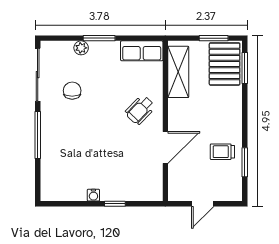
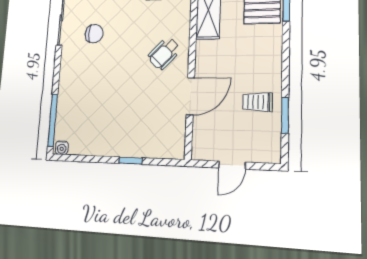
chair: (72, 91) -> (94, 34), turned 90
window: (38, 135) -> (53, 120), moved
water cooler: (93, 195) -> (62, 148), moved

